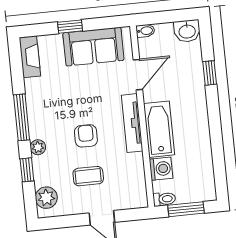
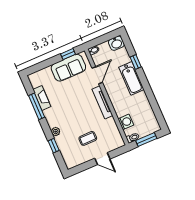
window: (70, 27) -> (68, 54), moved
fireplace: (30, 57) -> (42, 98), moved
window: (22, 117) -> (37, 106), moved
bathtub: (159, 129) -> (131, 78), moved, turned 180
armchair: (86, 136) -> (80, 117), removed
plant: (46, 198) -> (69, 157), removed

